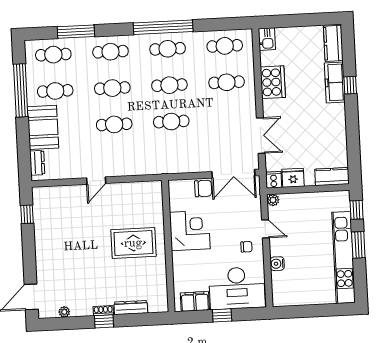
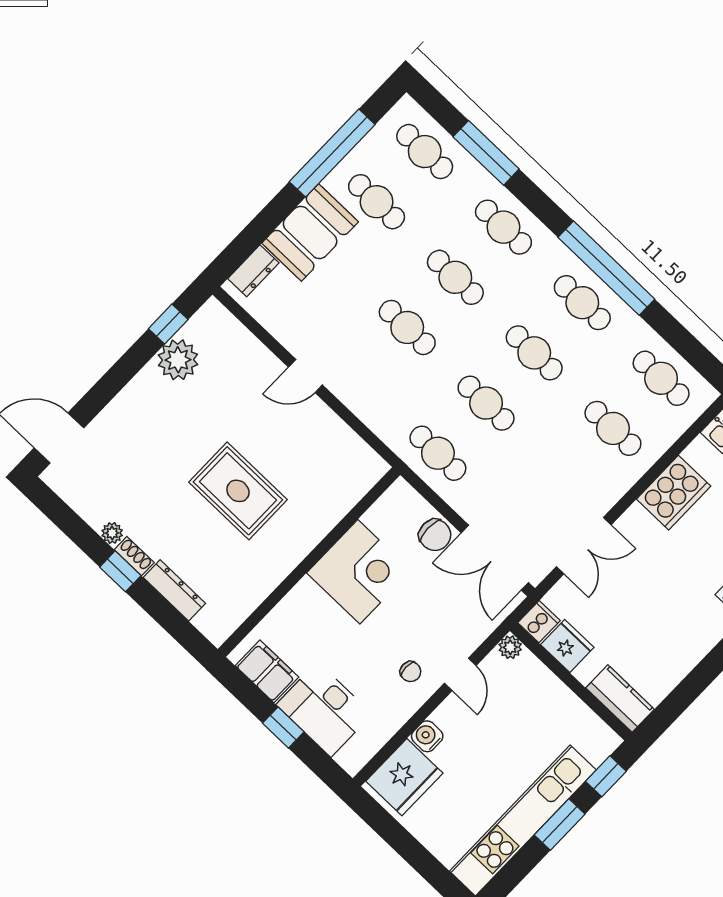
cafe table: (173, 158) -> (438, 453), added
plant: (44, 223) -> (178, 360), added
rug: (133, 243) -> (238, 491), moved
fridge: (285, 287) -> (404, 777), added
desk: (237, 288) -> (324, 709), width x0.73, depth x0.77
plant: (64, 312) -> (112, 533), moved

